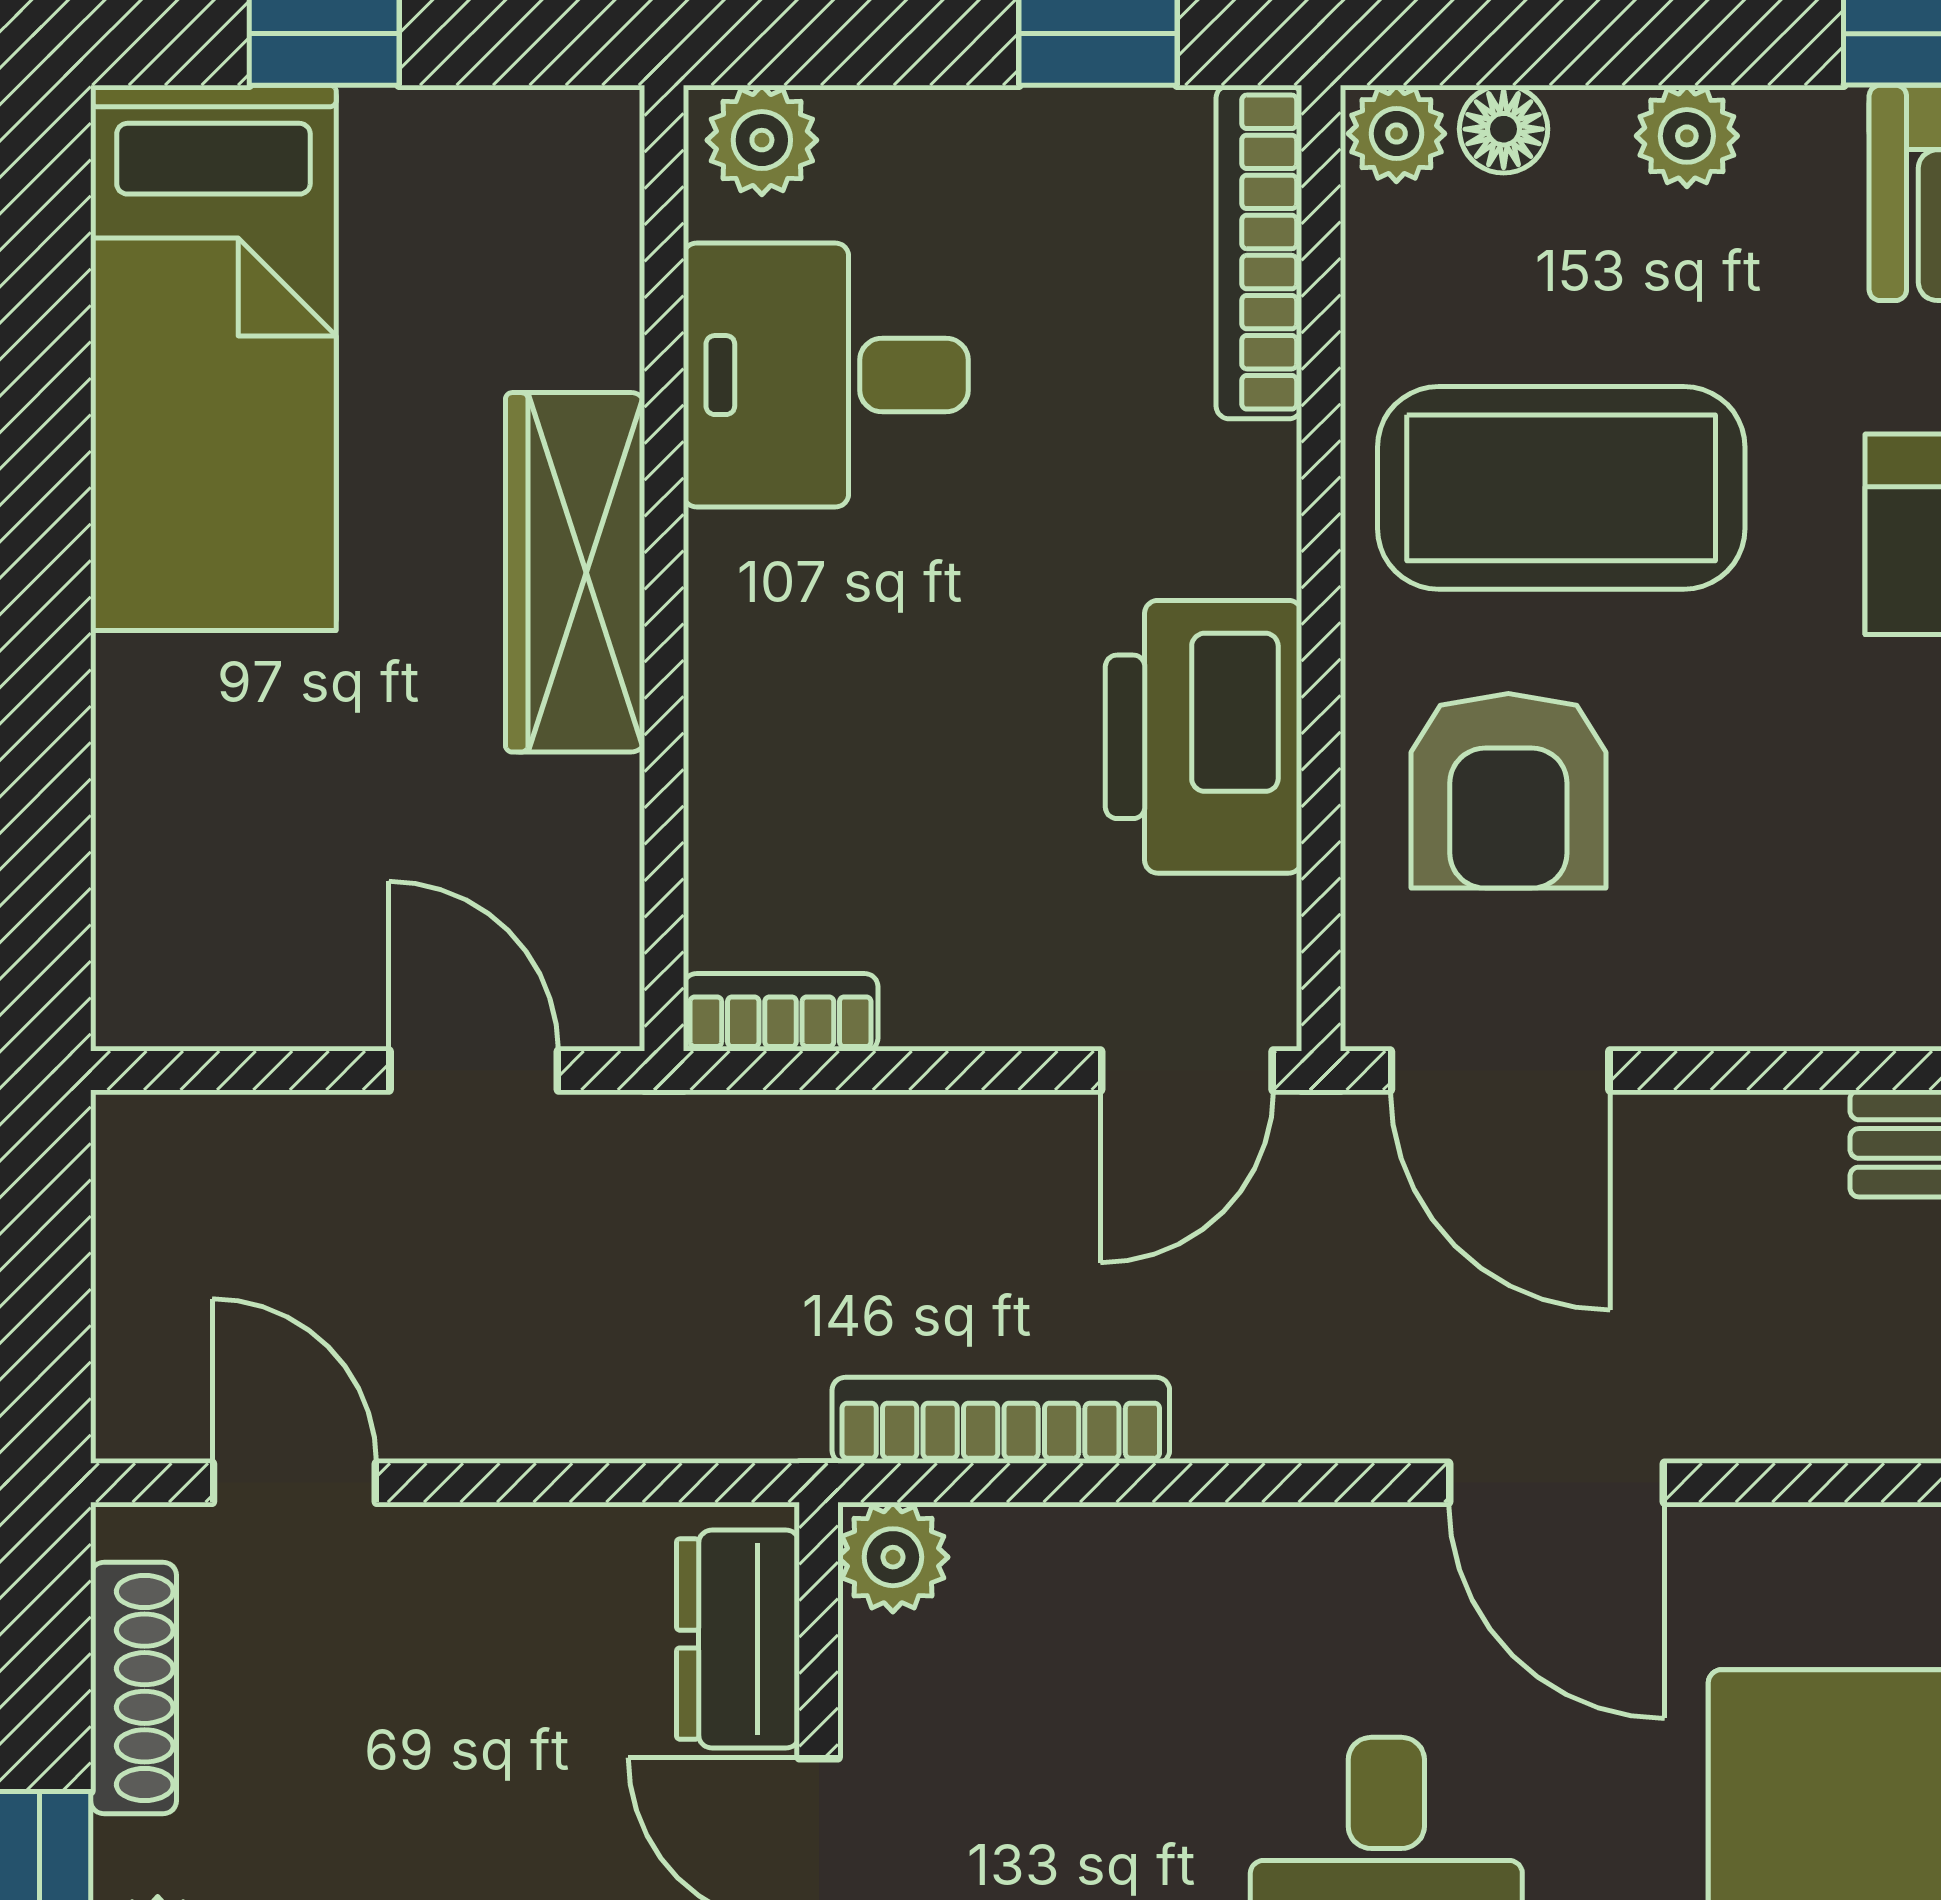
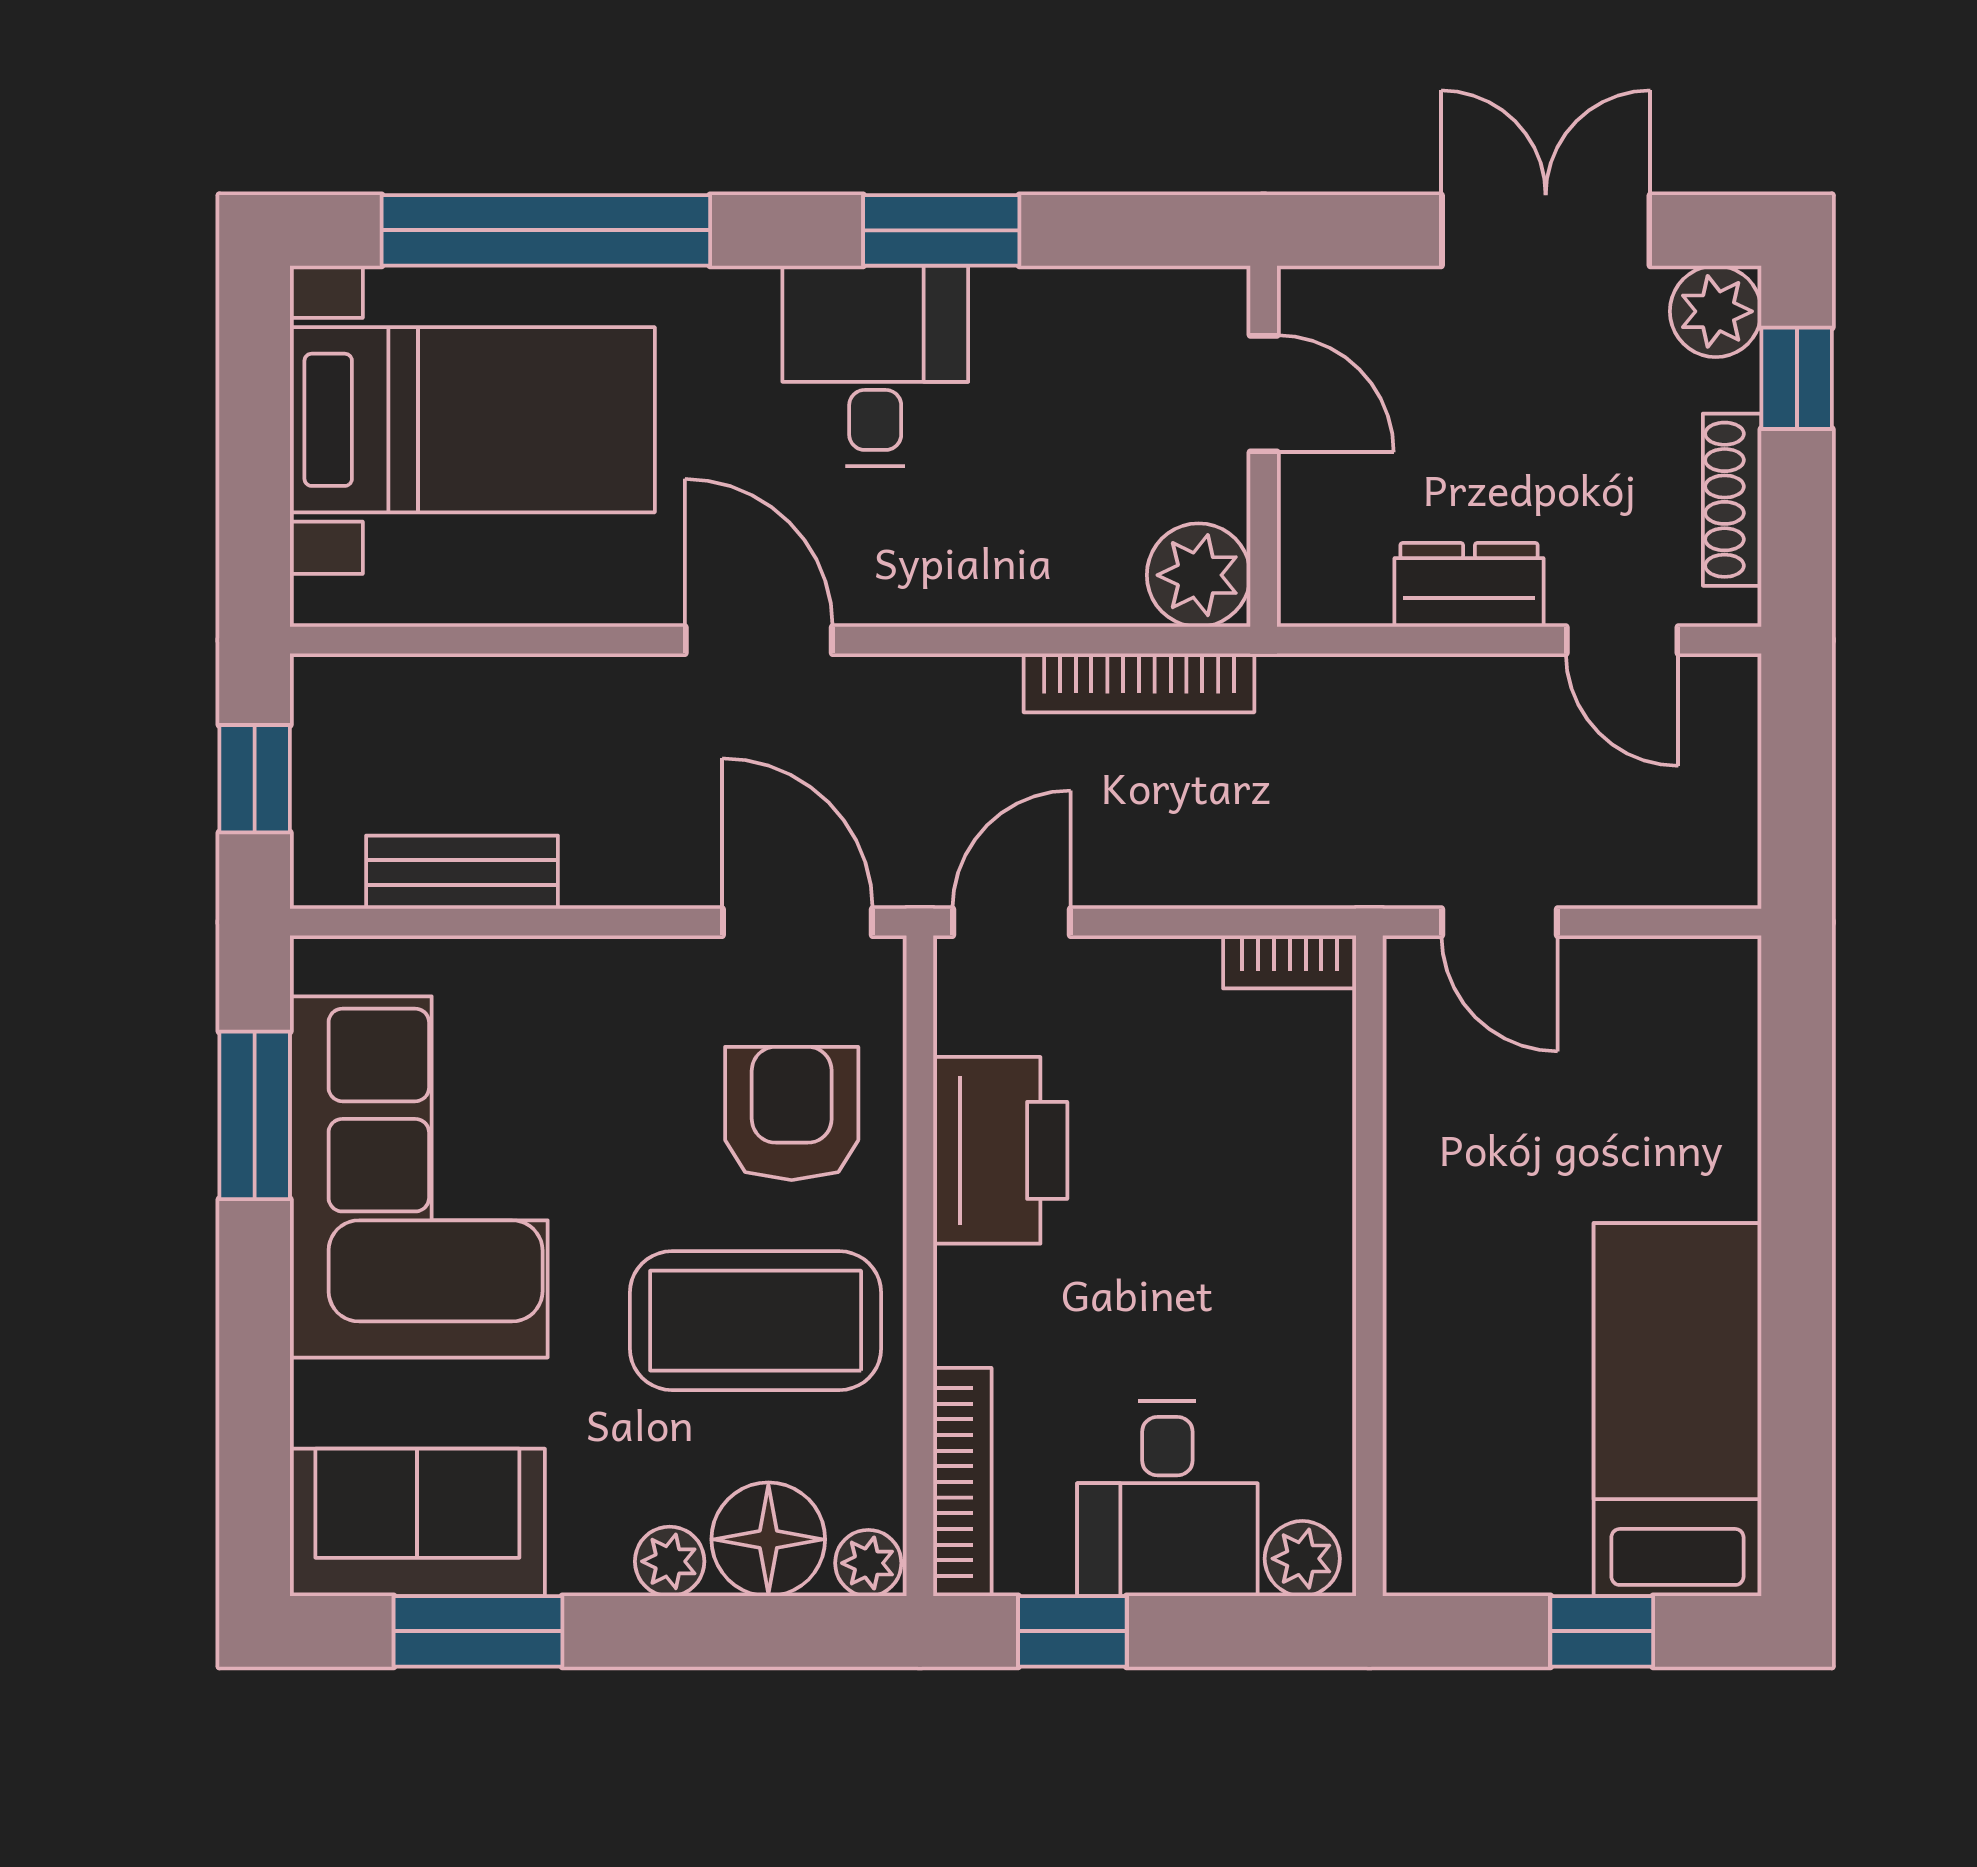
floor lamp: (1504, 129) -> (768, 1539), width x1.89, depth x1.89
desk: (826, 375) -> (1167, 1499), moved, turned 90
wardrobe: (575, 572) -> (1430, 1263), removed
plant: (893, 1557) -> (1199, 575), width x1.38, depth x1.38
dresser: (738, 1639) -> (1469, 585), moved, turned -90

